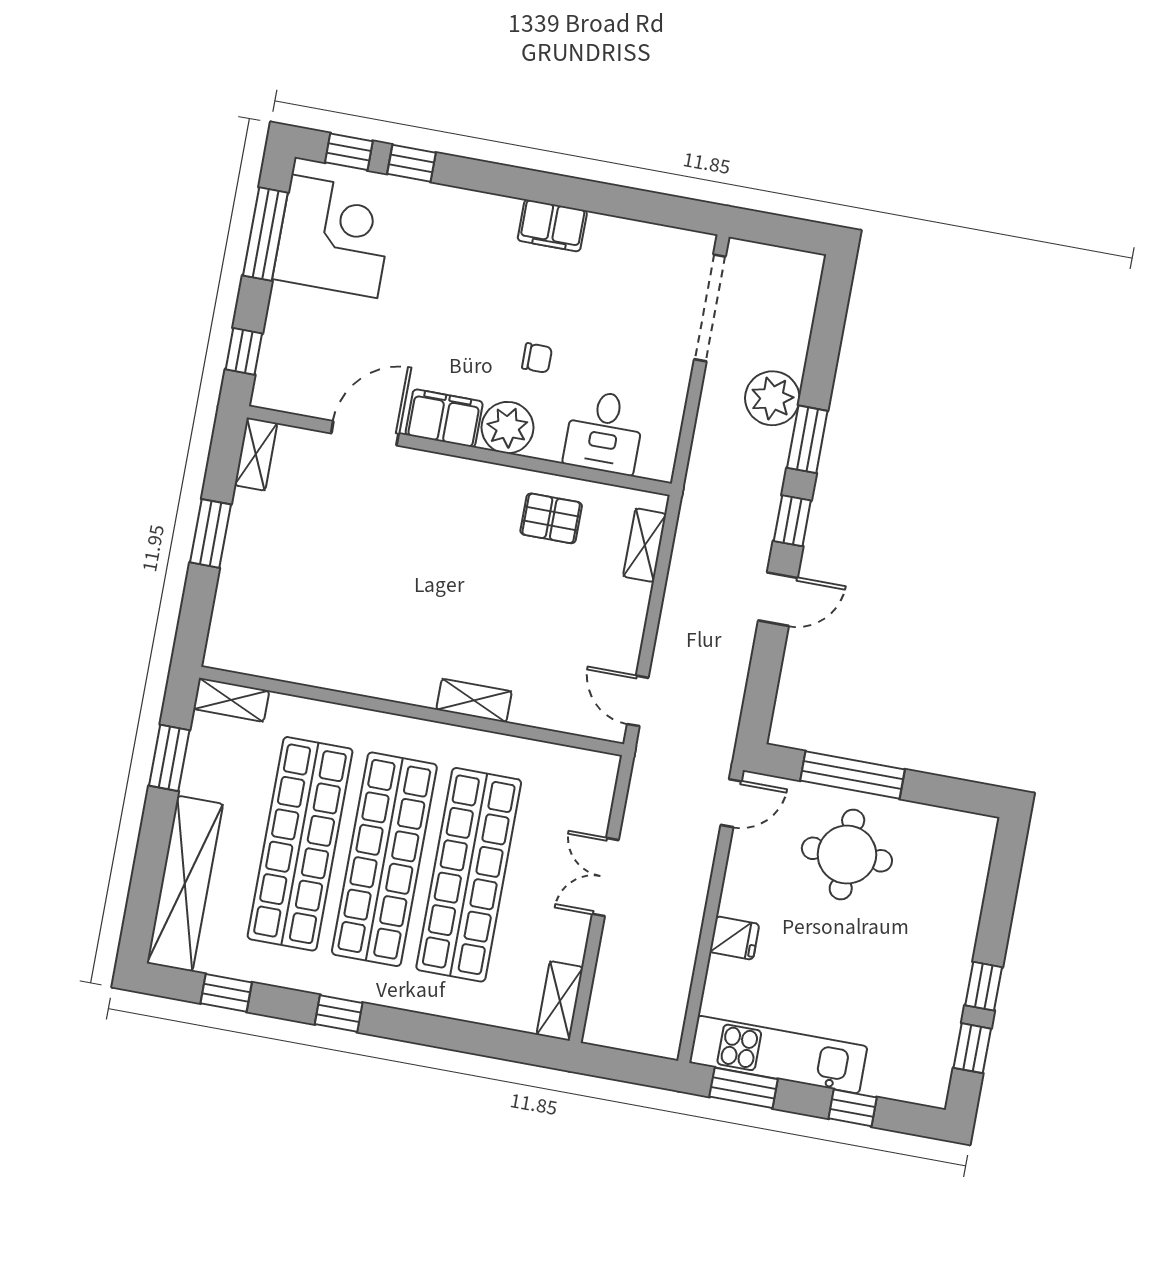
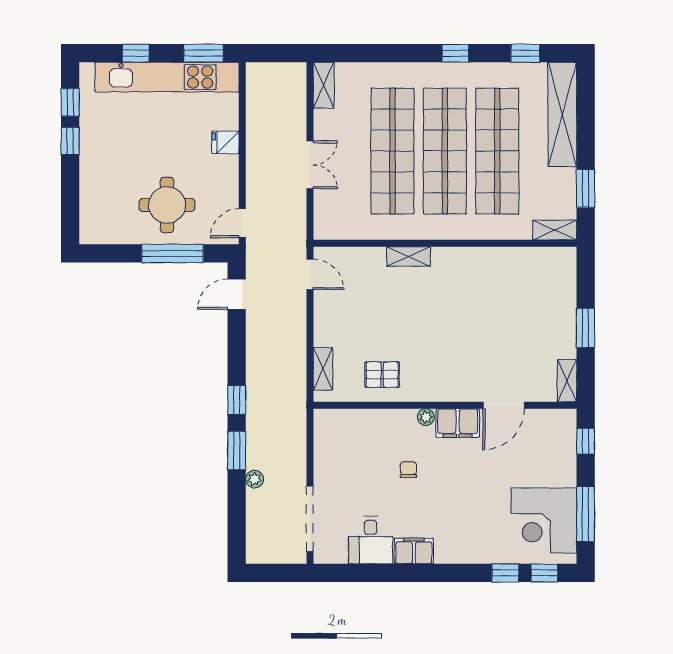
chair: (537, 358) -> (408, 470), turned 90
plant: (772, 398) -> (255, 479), width x0.53, depth x0.53
plant: (507, 428) -> (426, 417), width x0.53, depth x0.53
desk: (604, 432) -> (371, 540), moved, turned 180
door: (778, 599) -> (237, 294), moved
kitchen unit: (778, 1055) -> (167, 77), width x1.36

